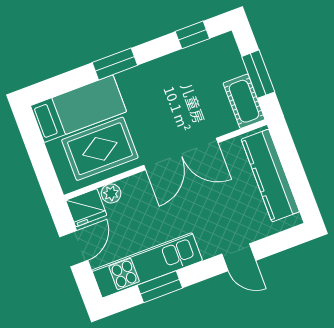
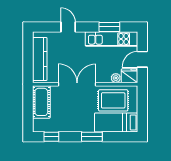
window: (258, 74) -> (28, 107), removed
cot: (244, 101) -> (41, 102), width x1.37, depth x1.34

